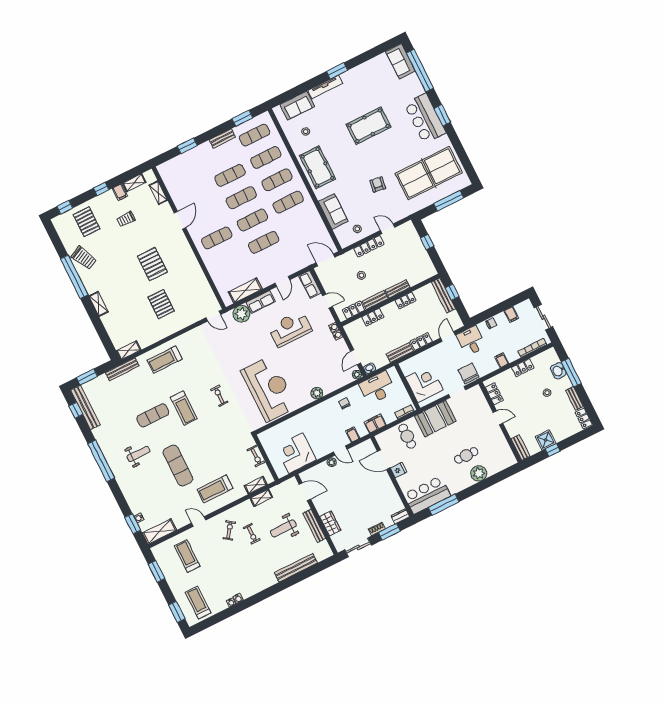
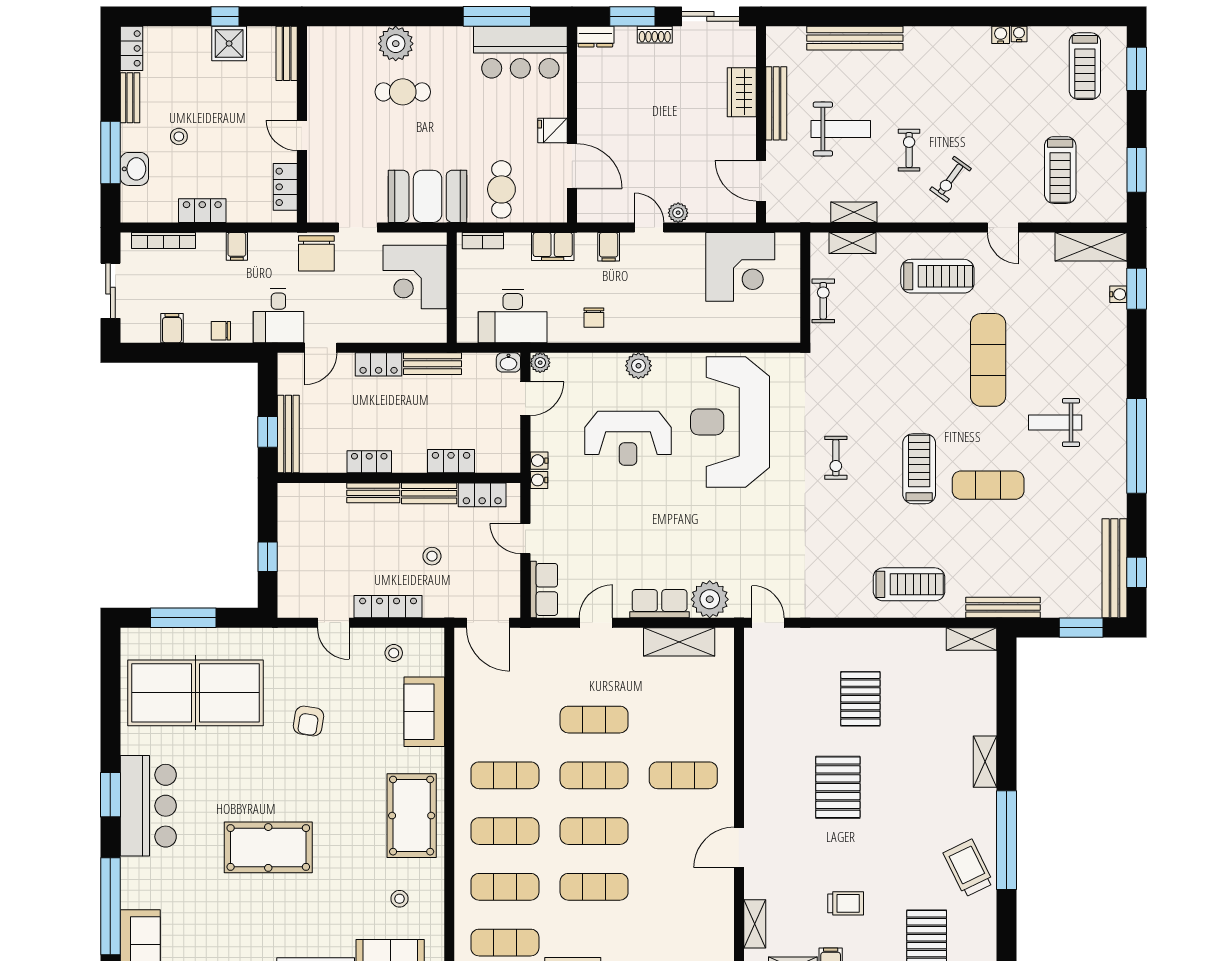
reception desk: (290, 329) -> (628, 438), moved

